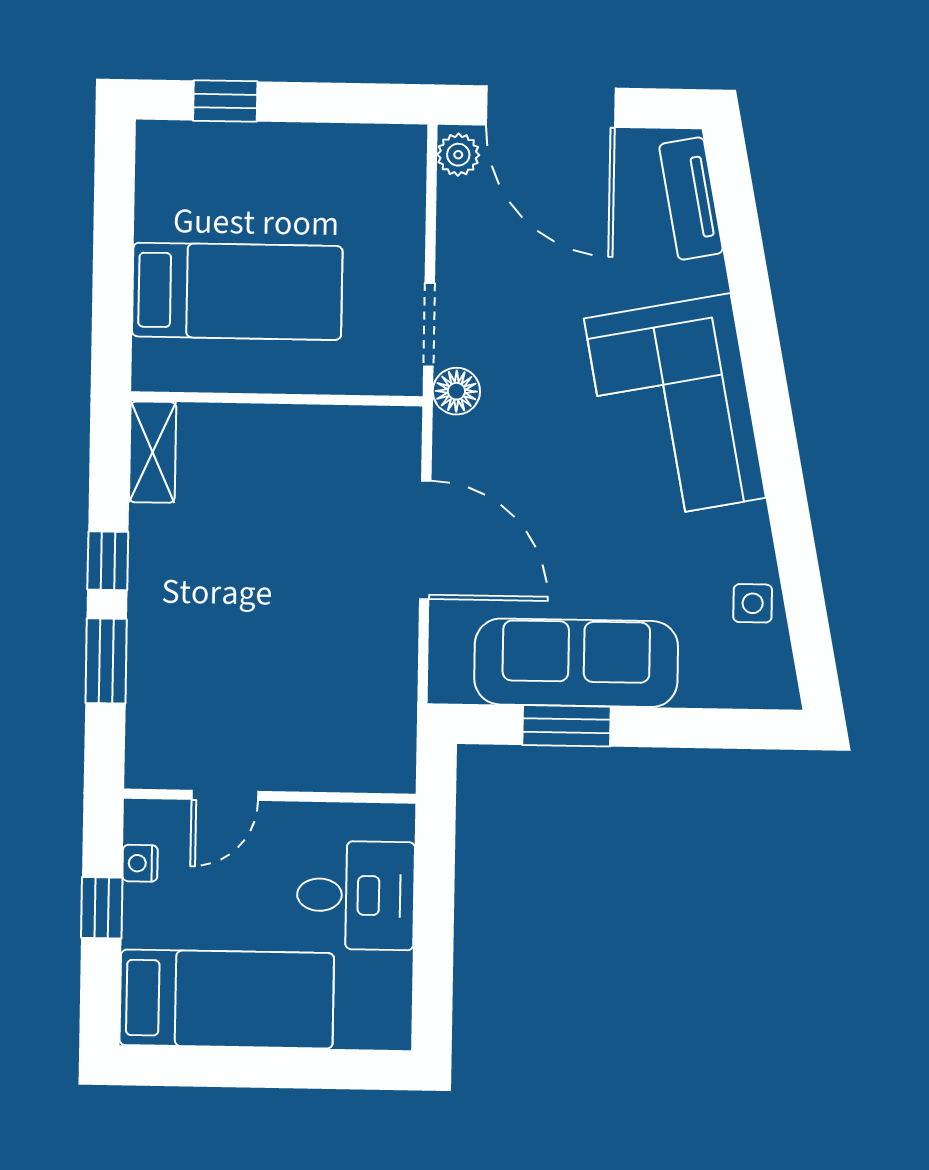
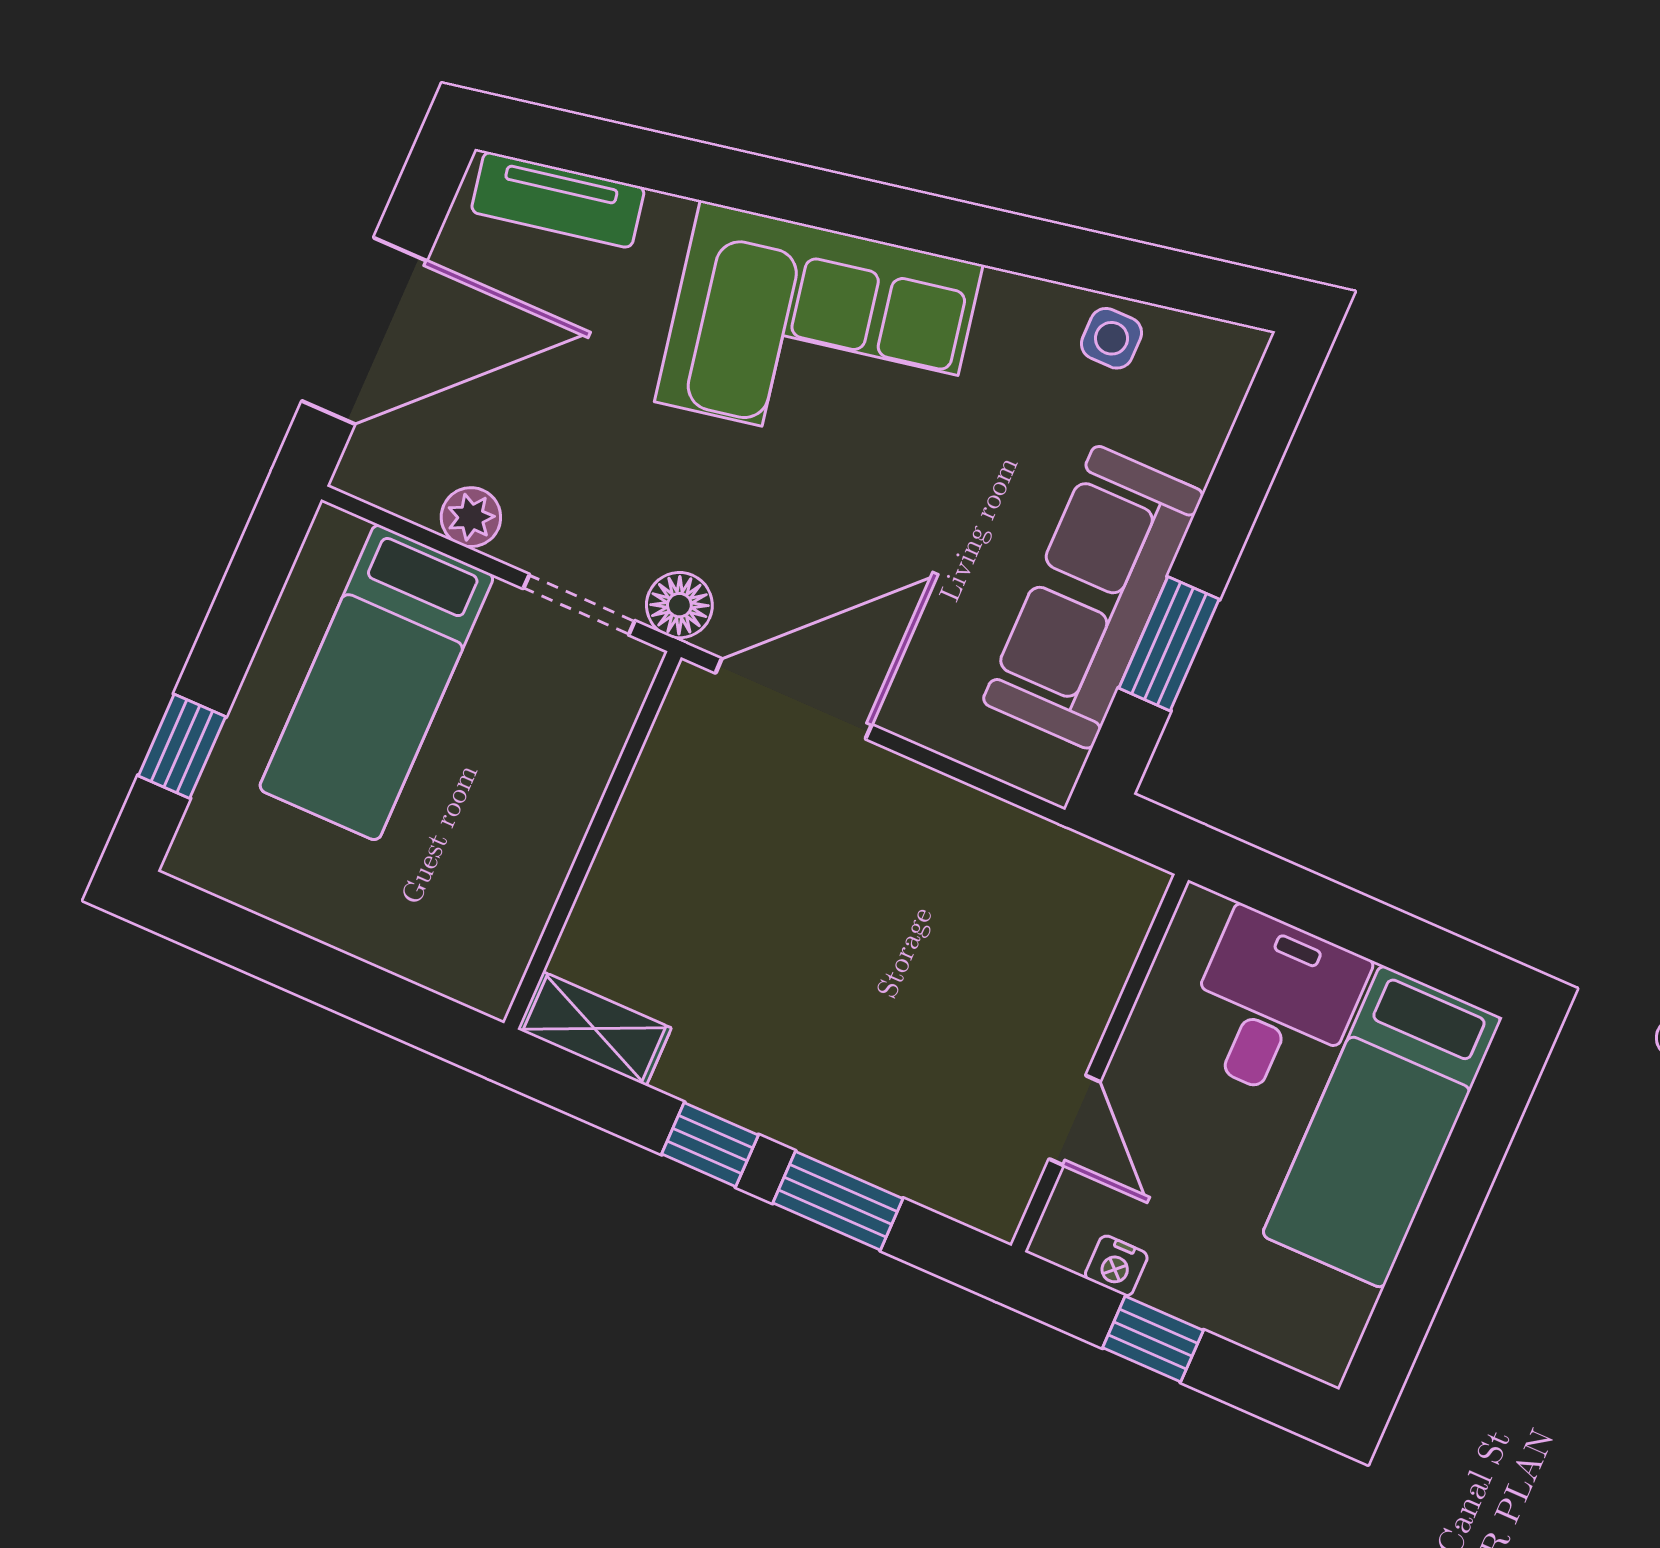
plant: (458, 155) -> (471, 517), moved
bed: (237, 291) -> (376, 682), moved, turned 180
door: (425, 540) -> (794, 699), moved
bed: (227, 999) -> (1382, 1127), moved, turned 180

